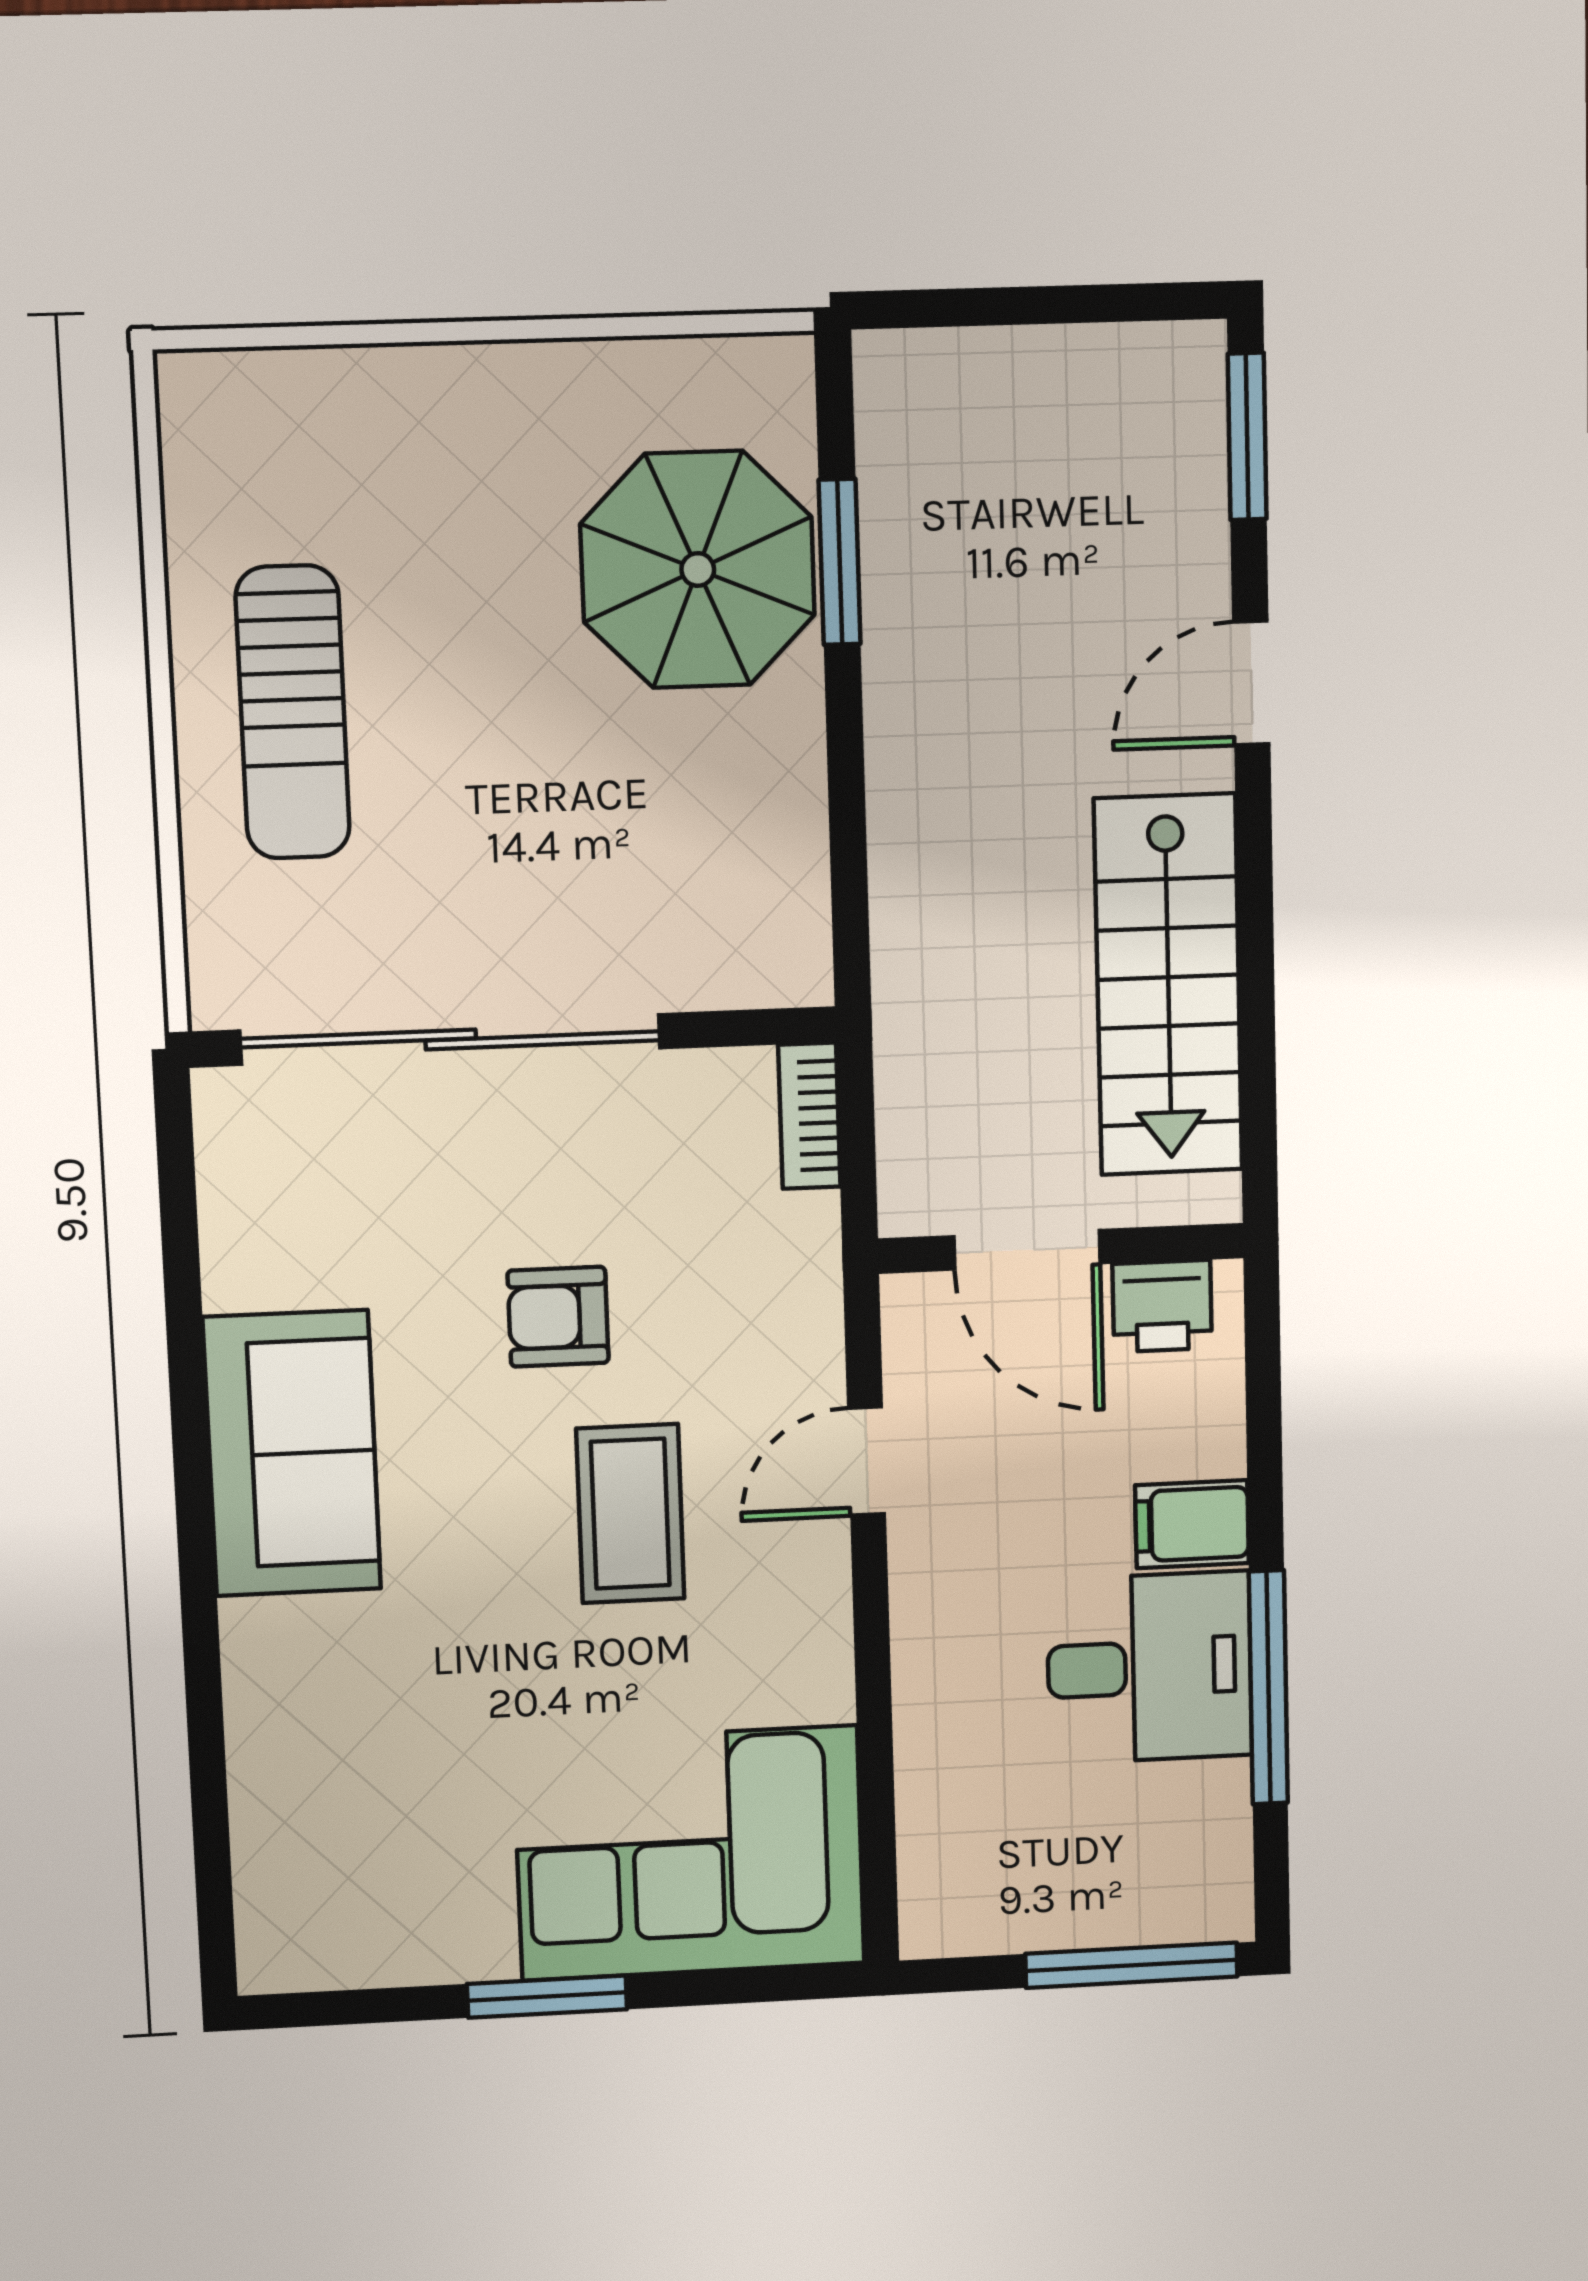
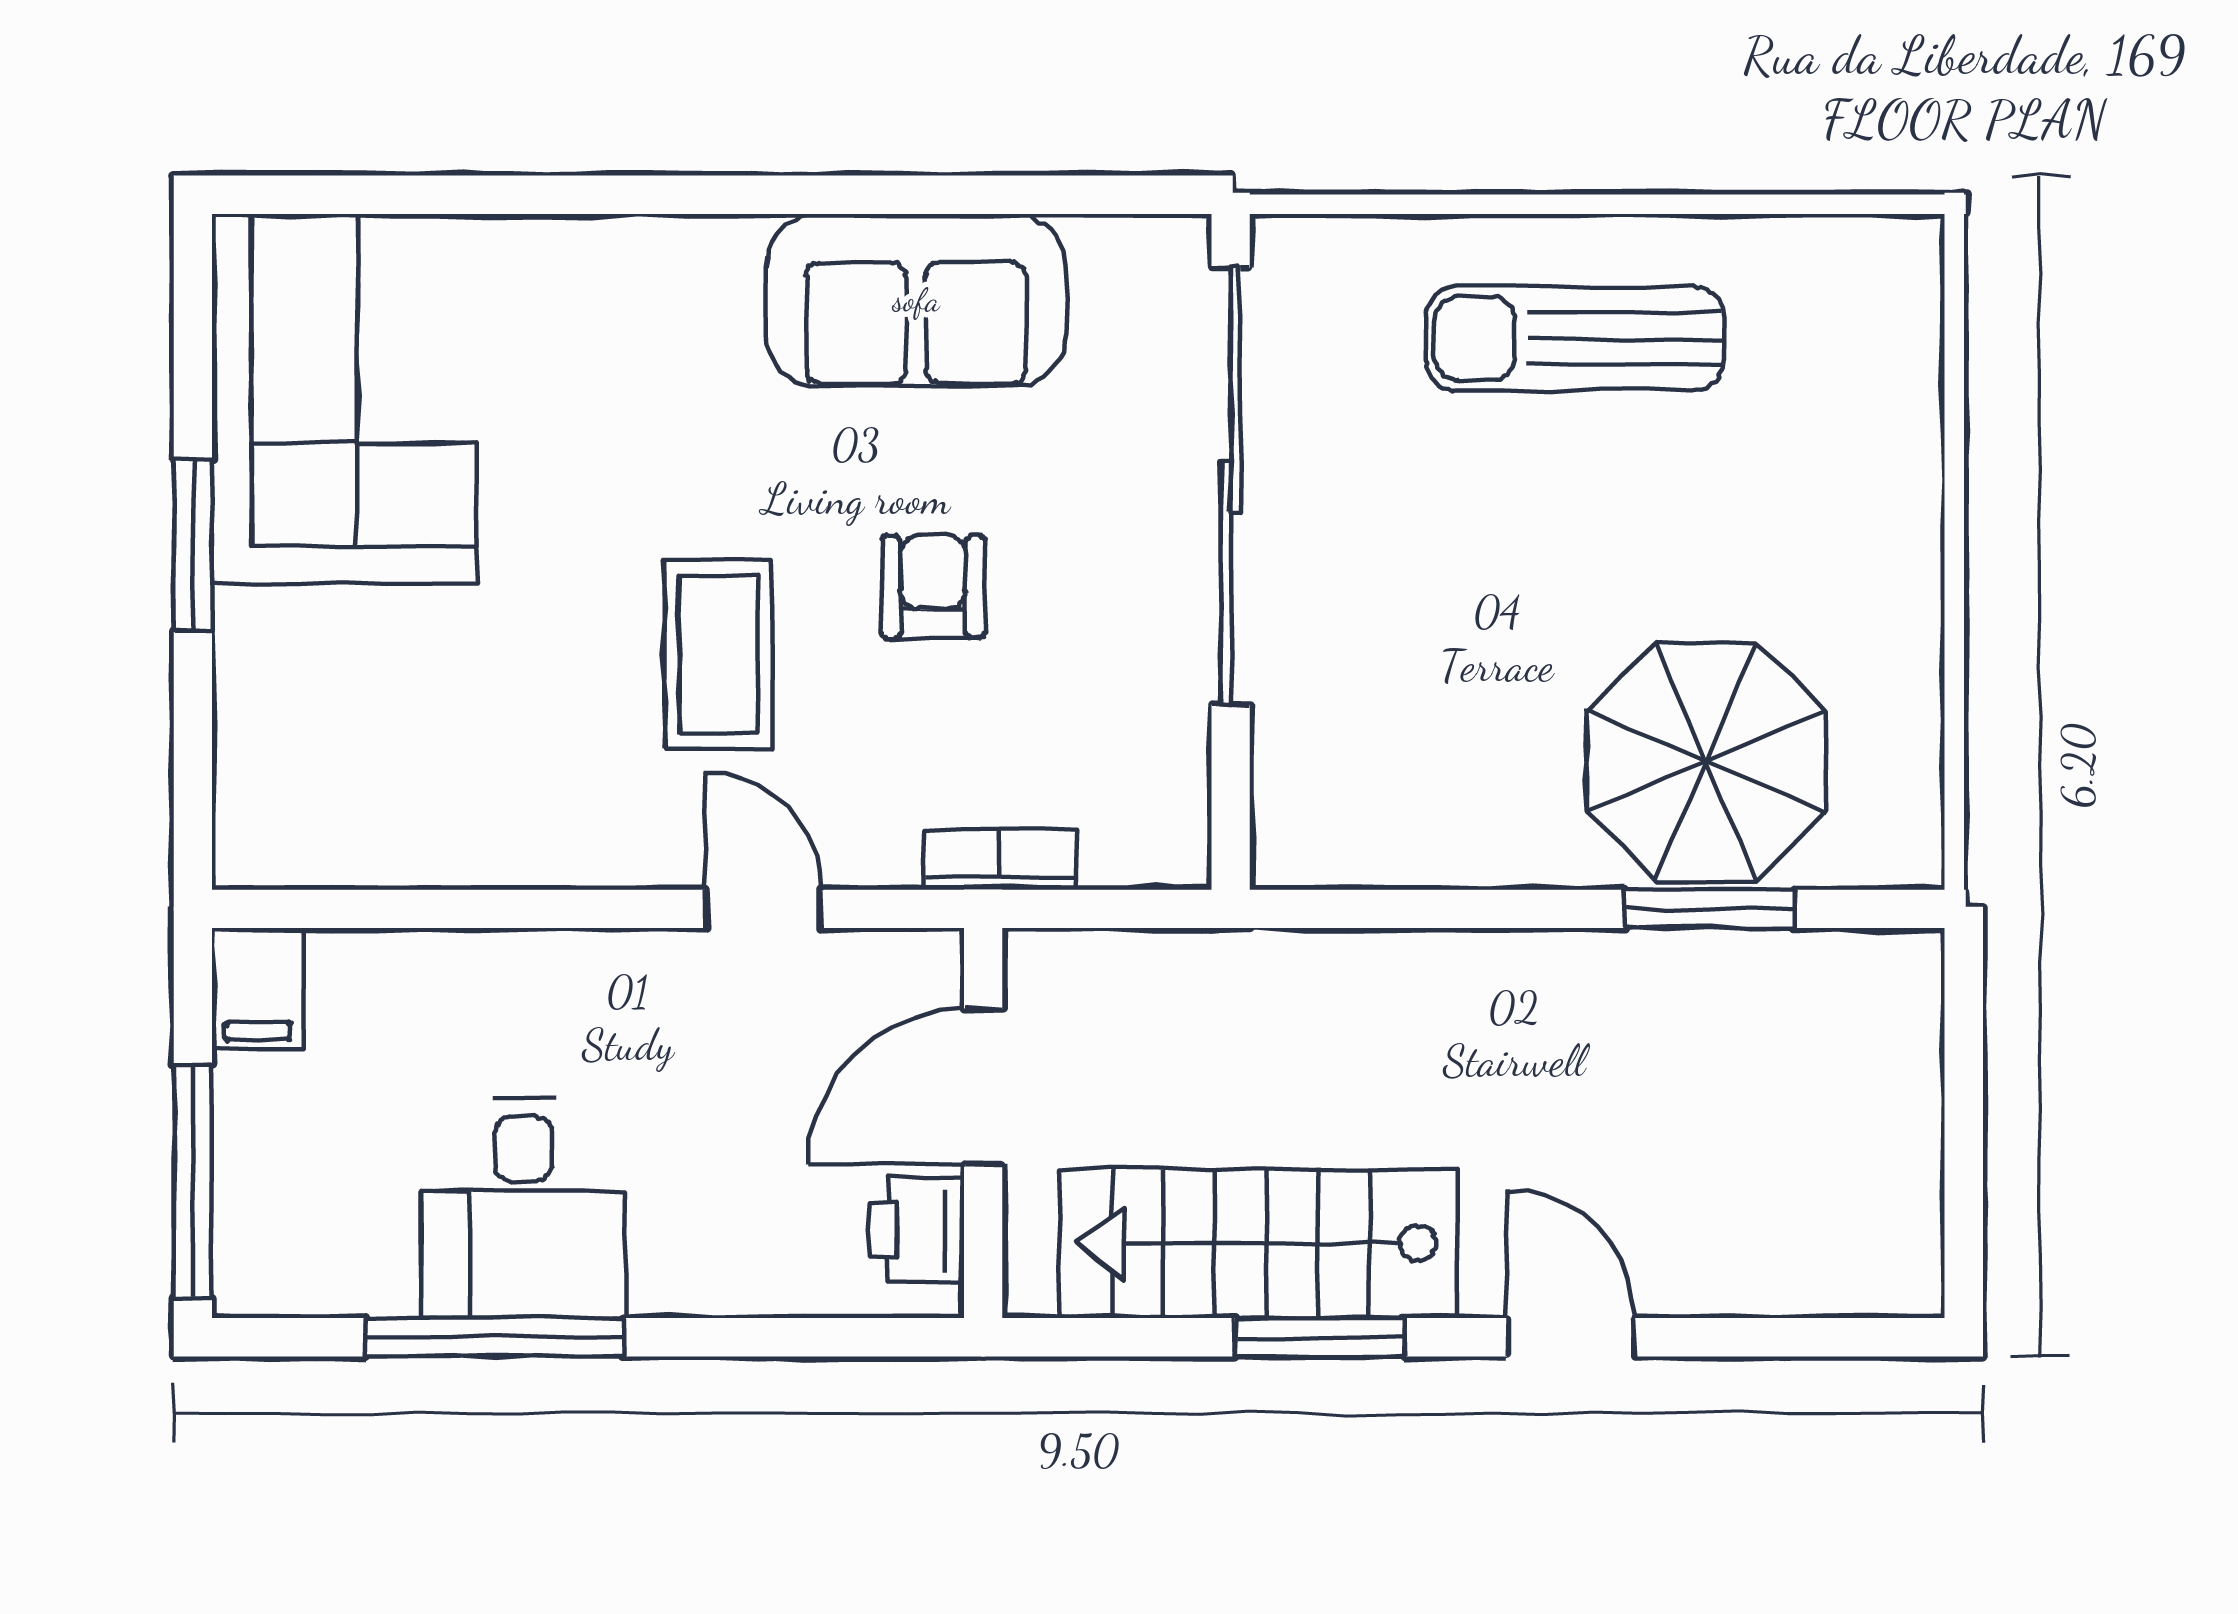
window: (1247, 436) -> (1319, 1337), moved
bookcase: (809, 1116) -> (1000, 859), moved
sofa: (292, 1453) -> (916, 300), moved
coffee table: (630, 1514) -> (718, 655), turned 90
filing cabinet: (1192, 1524) -> (257, 989), moved, turned 180
corner sofa: (689, 1853) -> (344, 399), moved

